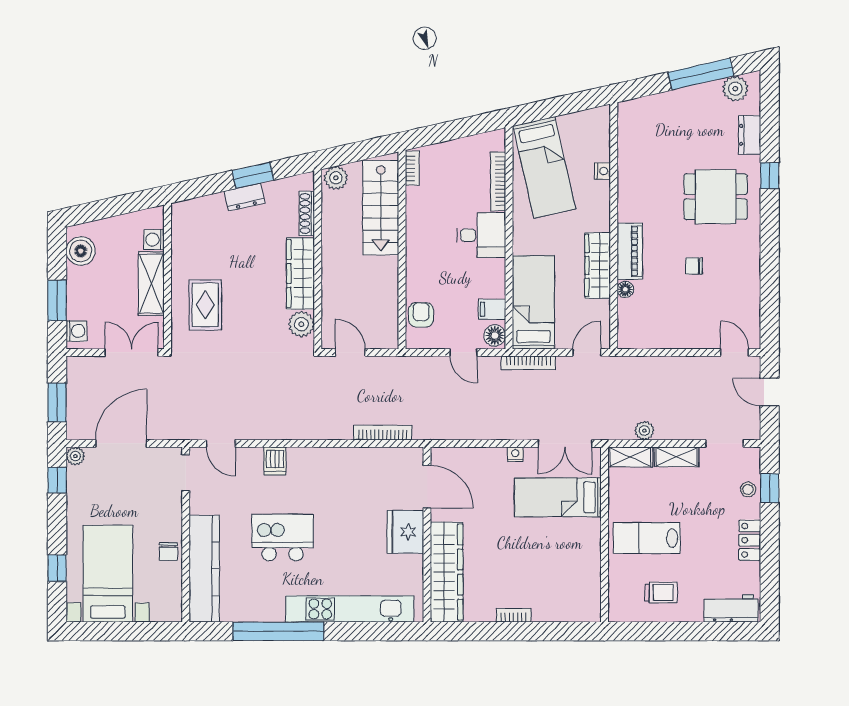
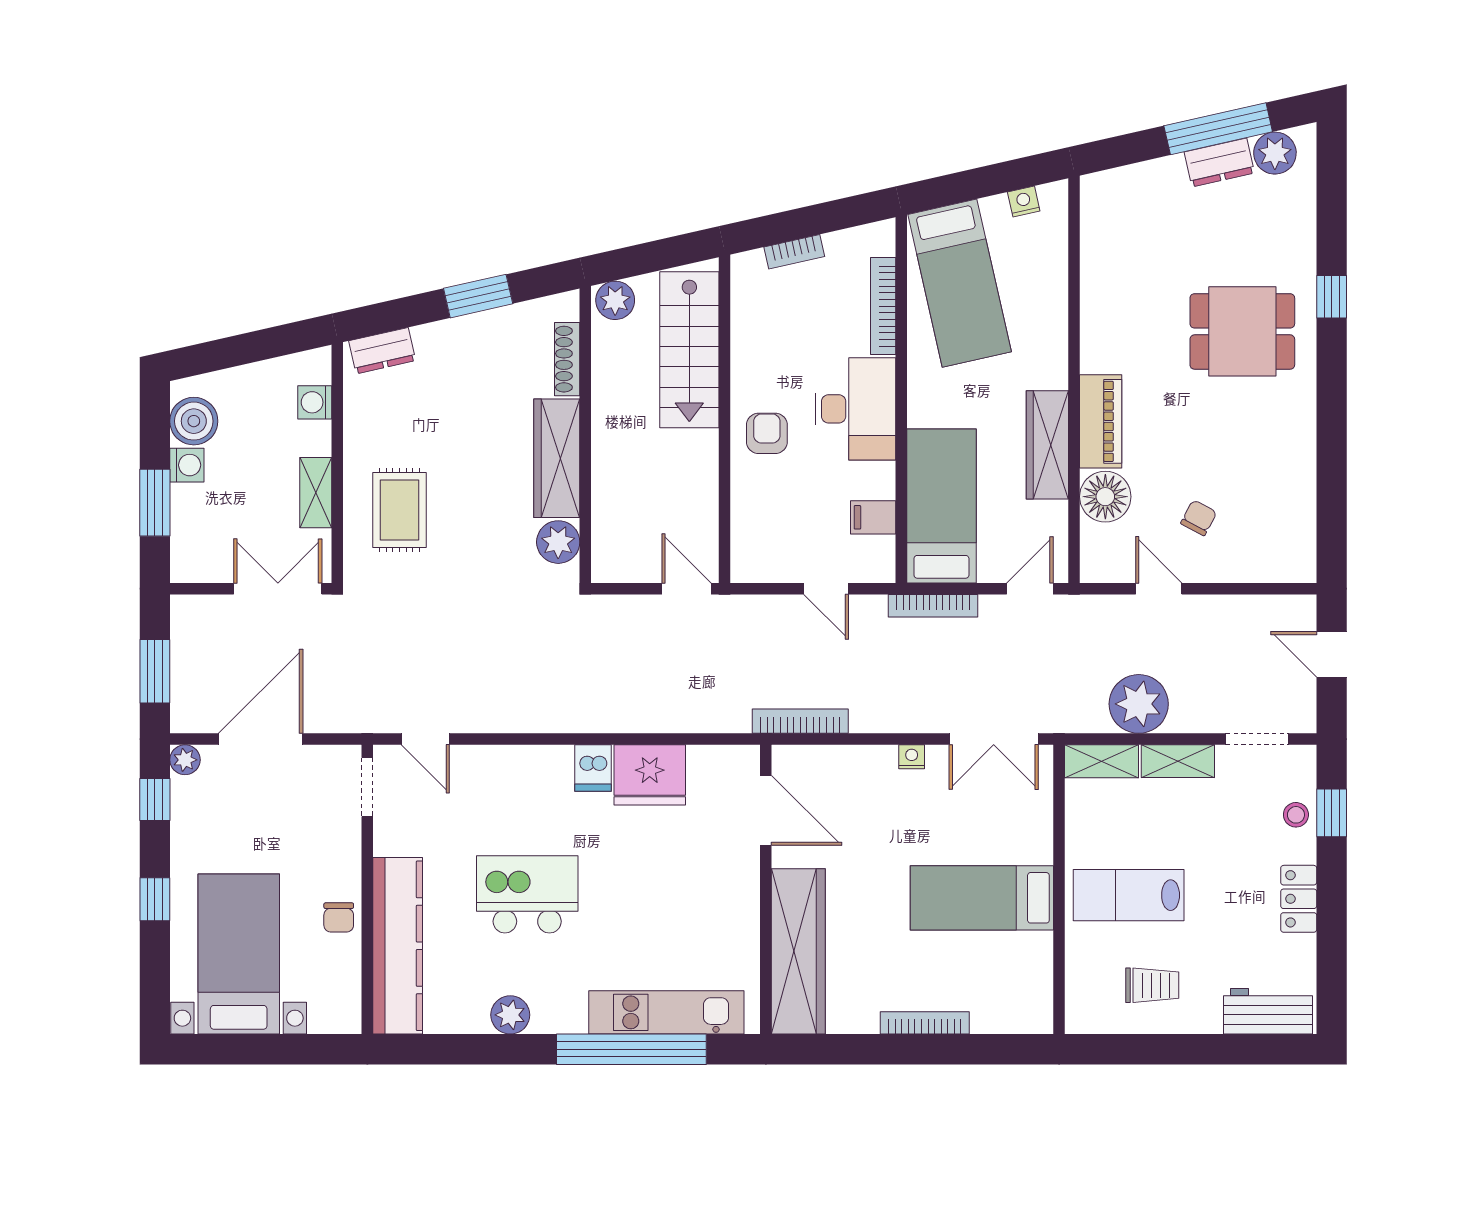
dresser: (750, 135) -> (1219, 162), moved, turned -103
bookcase: (412, 168) -> (794, 252), moved, turned 77
nightstand: (602, 171) -> (1024, 201), moved, turned -103
dresser: (245, 197) -> (382, 351), moved
desk: (481, 235) -> (855, 409), width x1.37
chair: (694, 266) -> (1199, 518), moved, turned 118
shelving: (151, 284) -> (316, 493), width x0.67, depth x0.75
floor lamp: (625, 289) -> (1105, 497), width x1.89, depth x1.89
armchair: (421, 315) -> (767, 433), moved
washing machine: (77, 331) -> (187, 465), moved
floor lamp: (495, 335) -> (878, 561), removed
door: (350, 352) -> (686, 589), moved
door: (735, 352) -> (1159, 589), moved
plant: (644, 431) -> (1139, 704), width x1.87, depth x1.87
bookcase: (383, 433) -> (800, 721), moved
dishwasher: (275, 461) -> (593, 768), moved
bed: (558, 497) -> (982, 898), moved
fridge: (405, 532) -> (650, 775), moved, turned -90
window: (57, 568) -> (155, 899), moved
kitchen unit: (350, 609) -> (666, 1012), width x0.73
plant: (272, 611) -> (510, 1015), added
bookcase: (514, 615) -> (925, 1023), width x1.56
window: (278, 631) -> (631, 1049), moved

